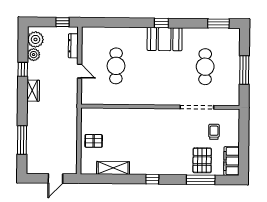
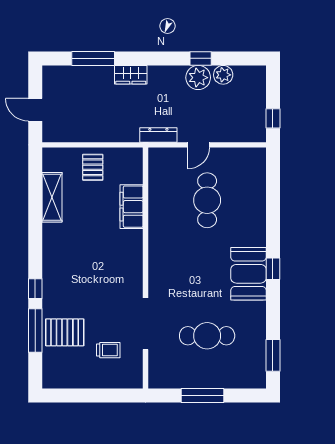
plant: (35, 39) -> (198, 78), moved
dresser: (73, 46) -> (158, 135), moved
cafe table: (116, 66) -> (207, 200), turned 90
wardrobe: (33, 91) -> (131, 75), moved
filing cabinet: (232, 161) -> (132, 207), moved, turned -90
window: (152, 179) -> (35, 289), moved

